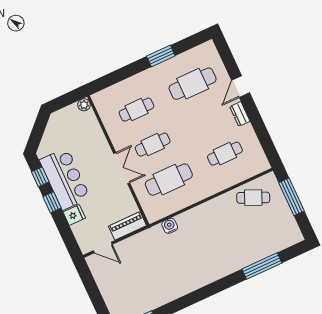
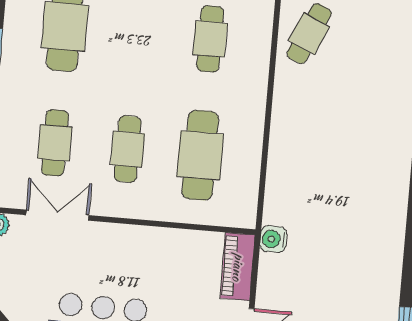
double door: (122, 168) -> (57, 215), moved
water cooler: (170, 226) -> (273, 239), moved

